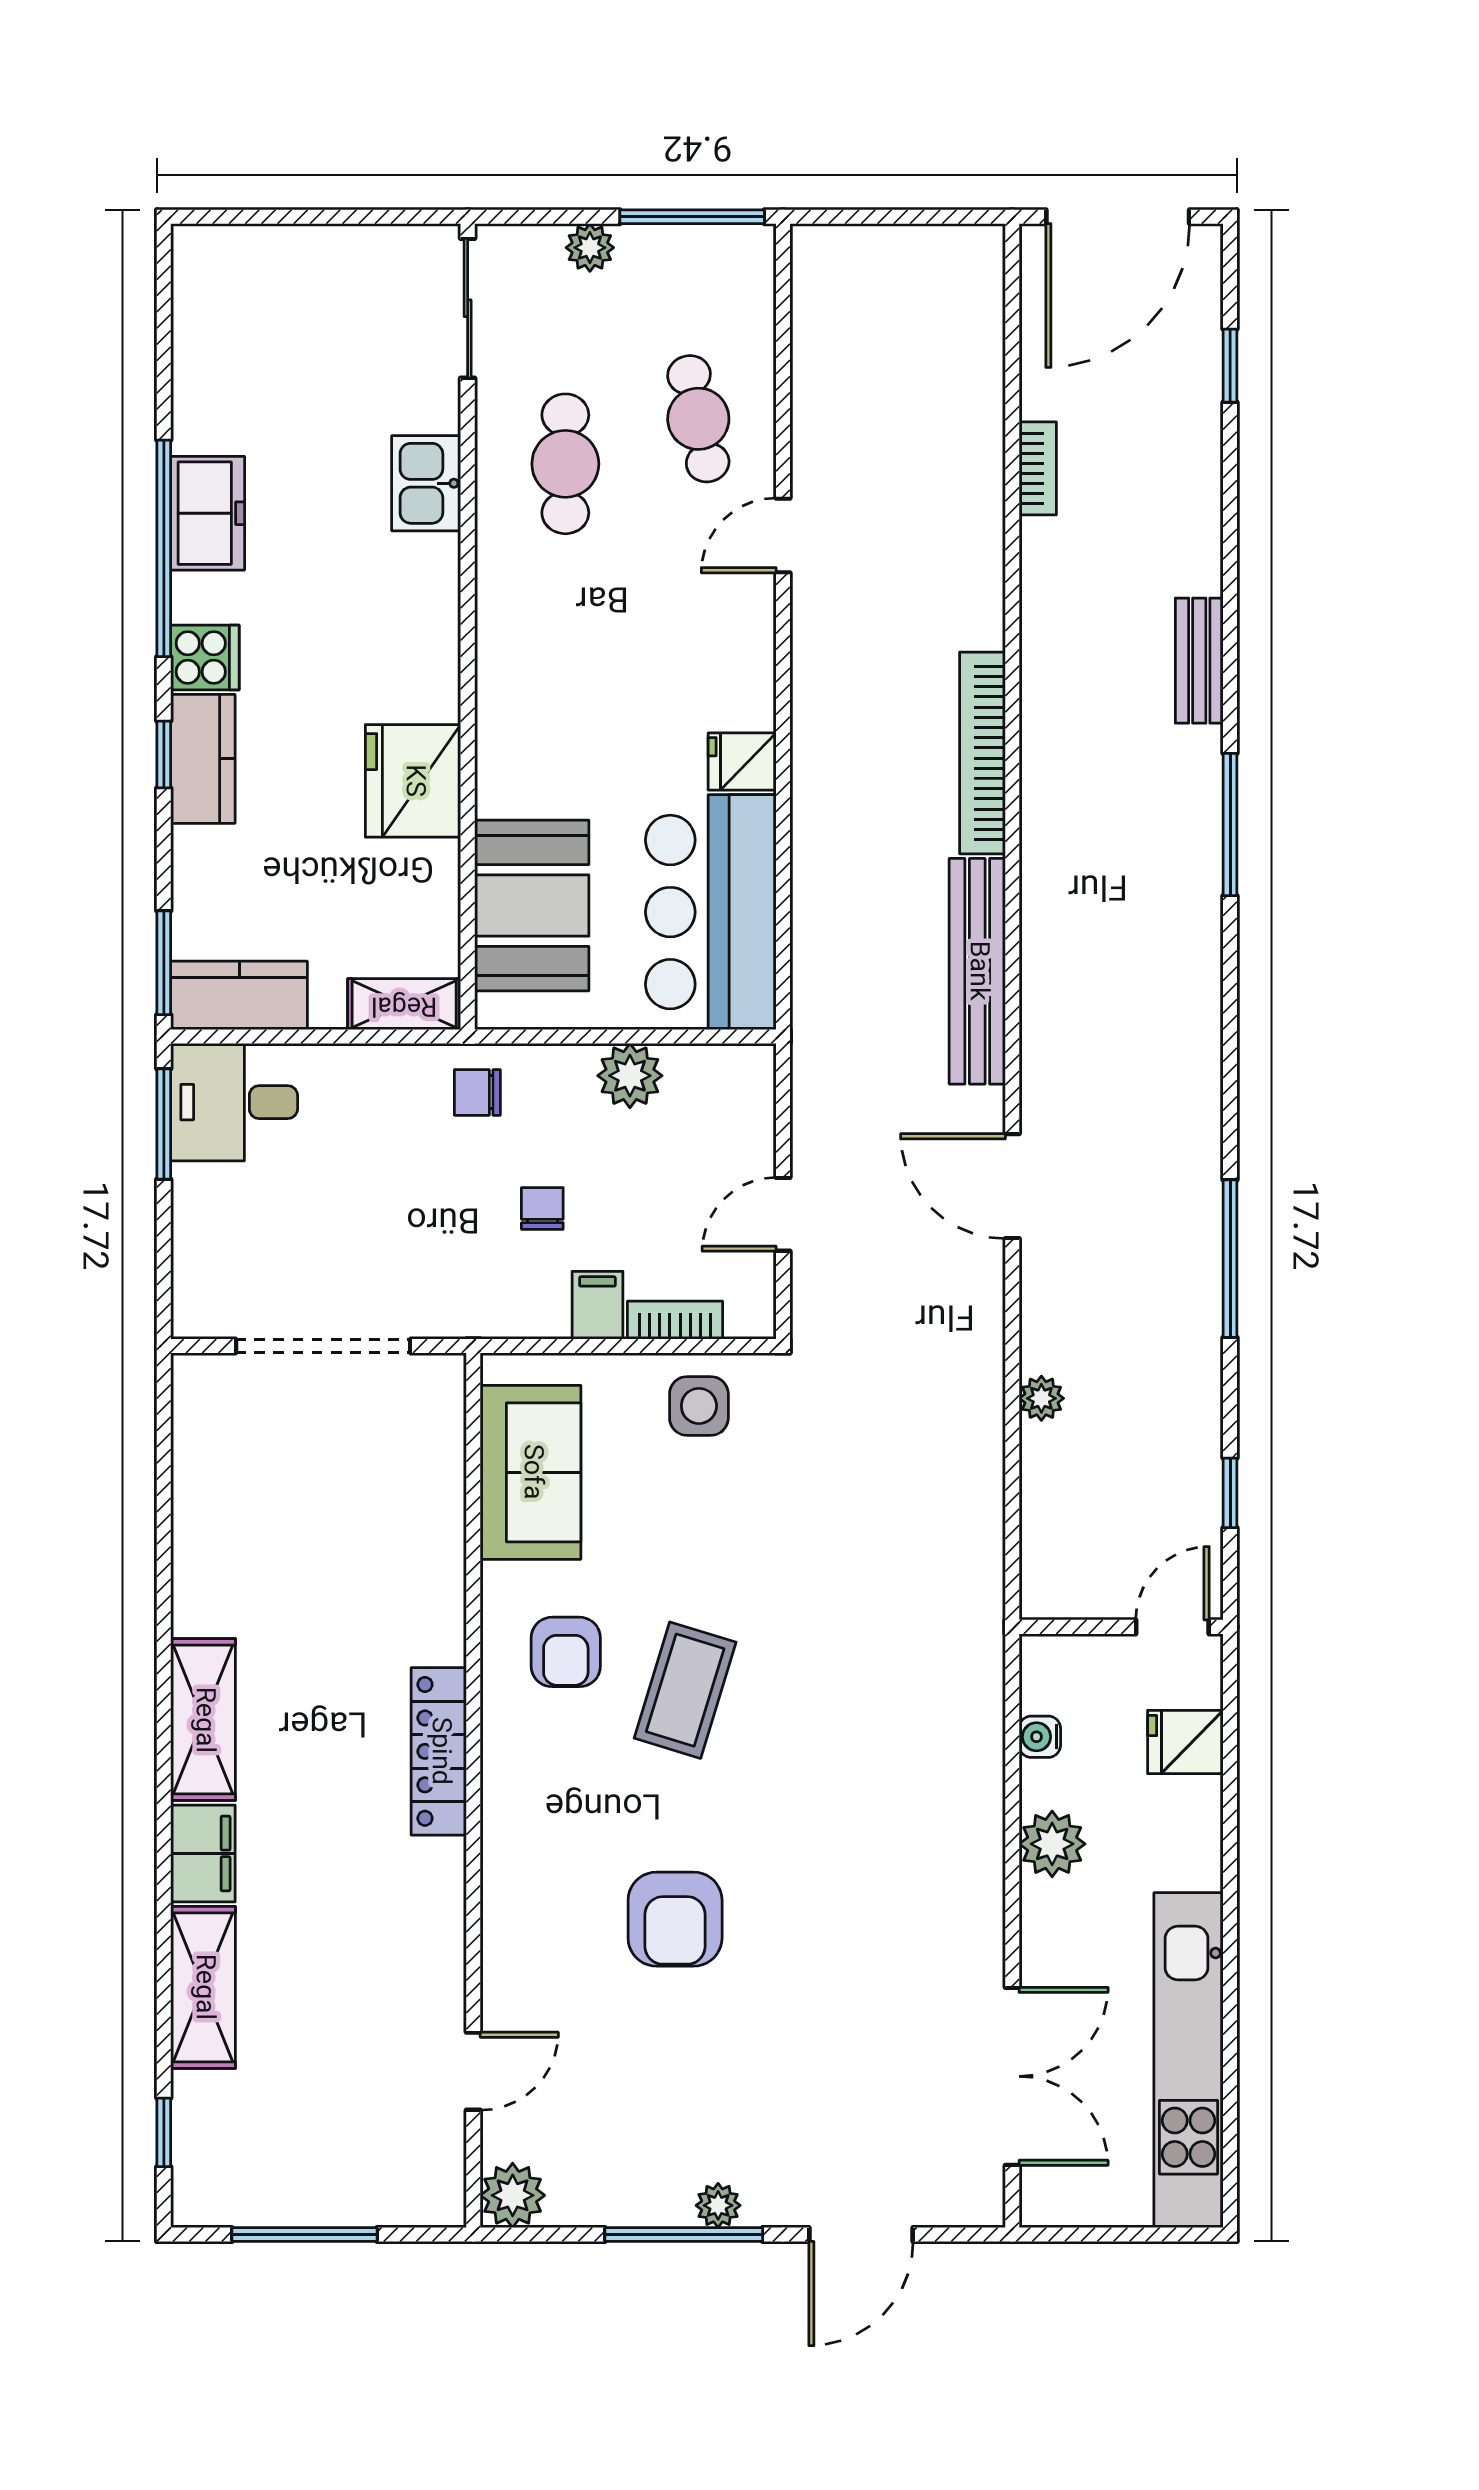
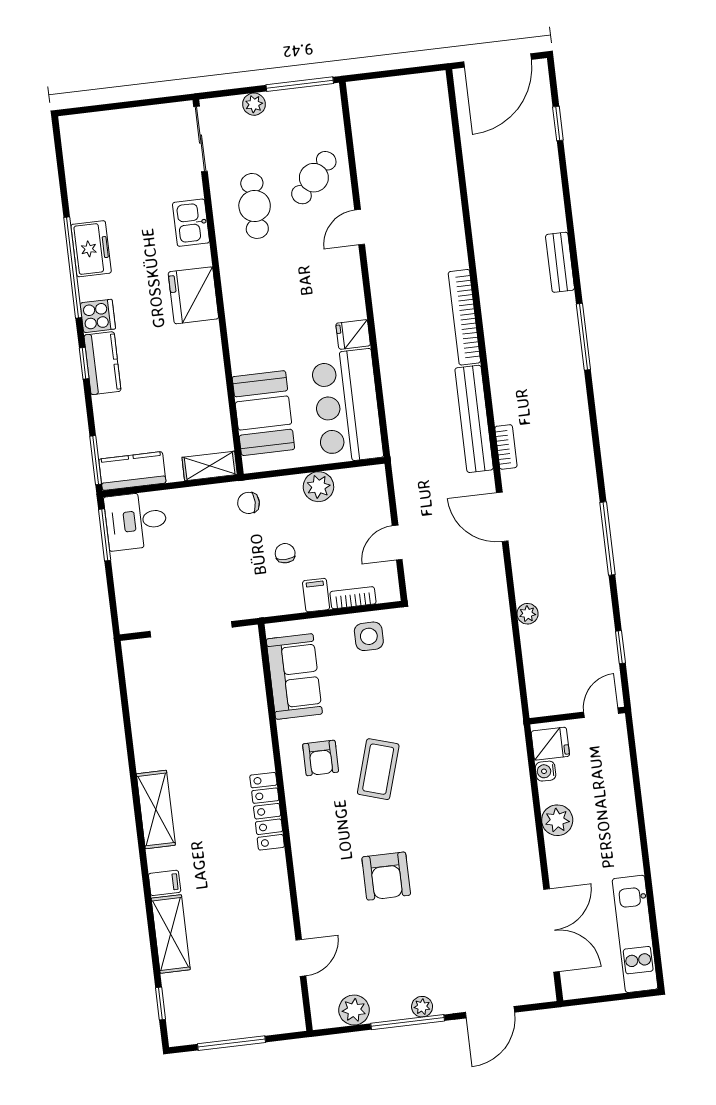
cafe table: (698, 419) -> (314, 178), turned 55
bookcase: (1038, 468) -> (506, 447), moved
fridge: (413, 781) -> (193, 295), moved
fridge: (1185, 1742) -> (550, 744), moved, turned 180
filing cabinet: (203, 1853) -> (165, 883), width x0.50
kitchen unit: (1189, 2060) -> (635, 934), width x0.73
plant: (513, 2195) -> (354, 1010), moved

